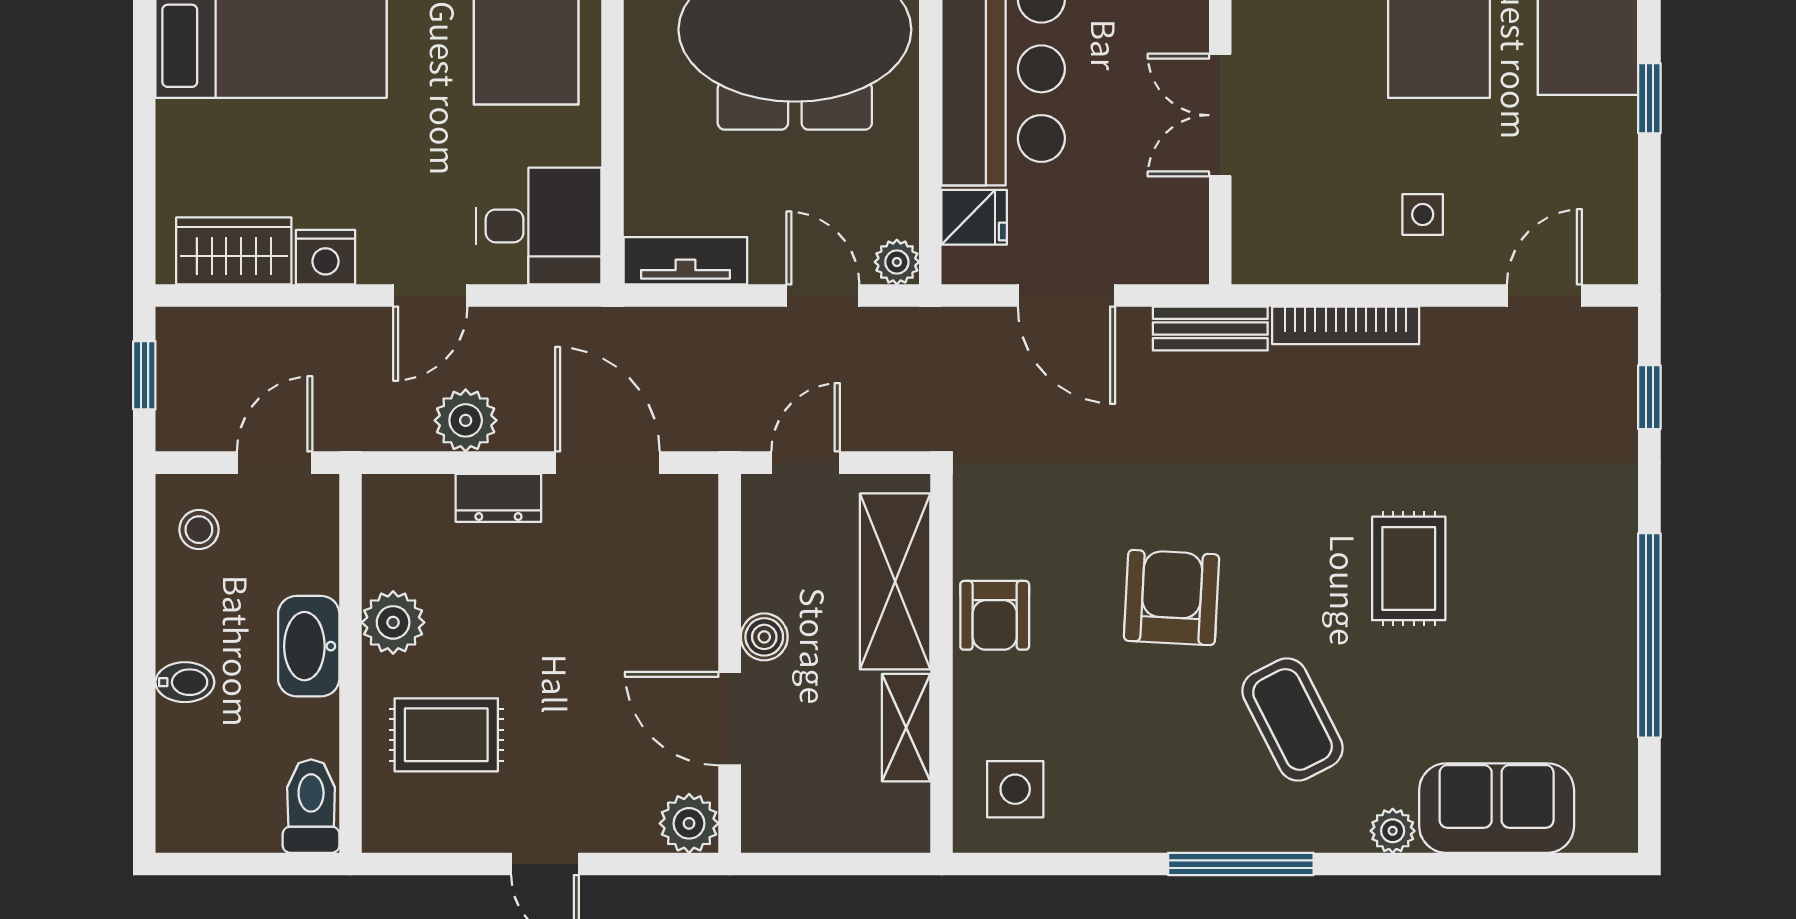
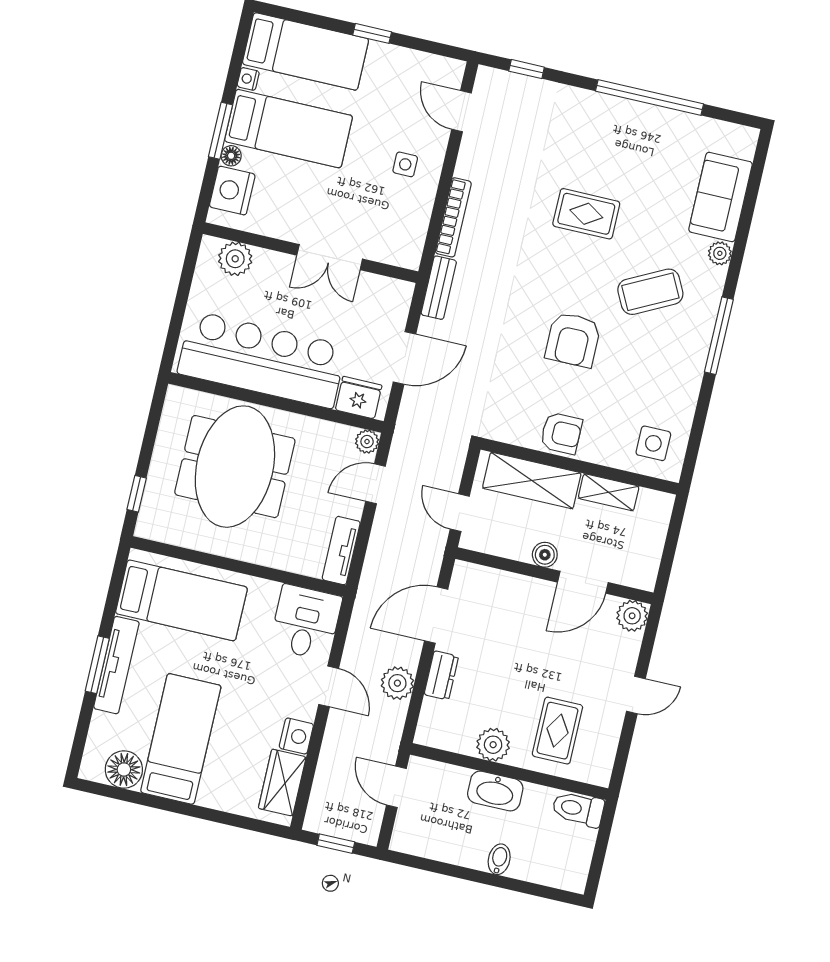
fridge: (974, 217) -> (359, 398), width x1.38
stool: (199, 530) -> (422, 834), removed
armchair: (1172, 598) -> (573, 340), turned -93

